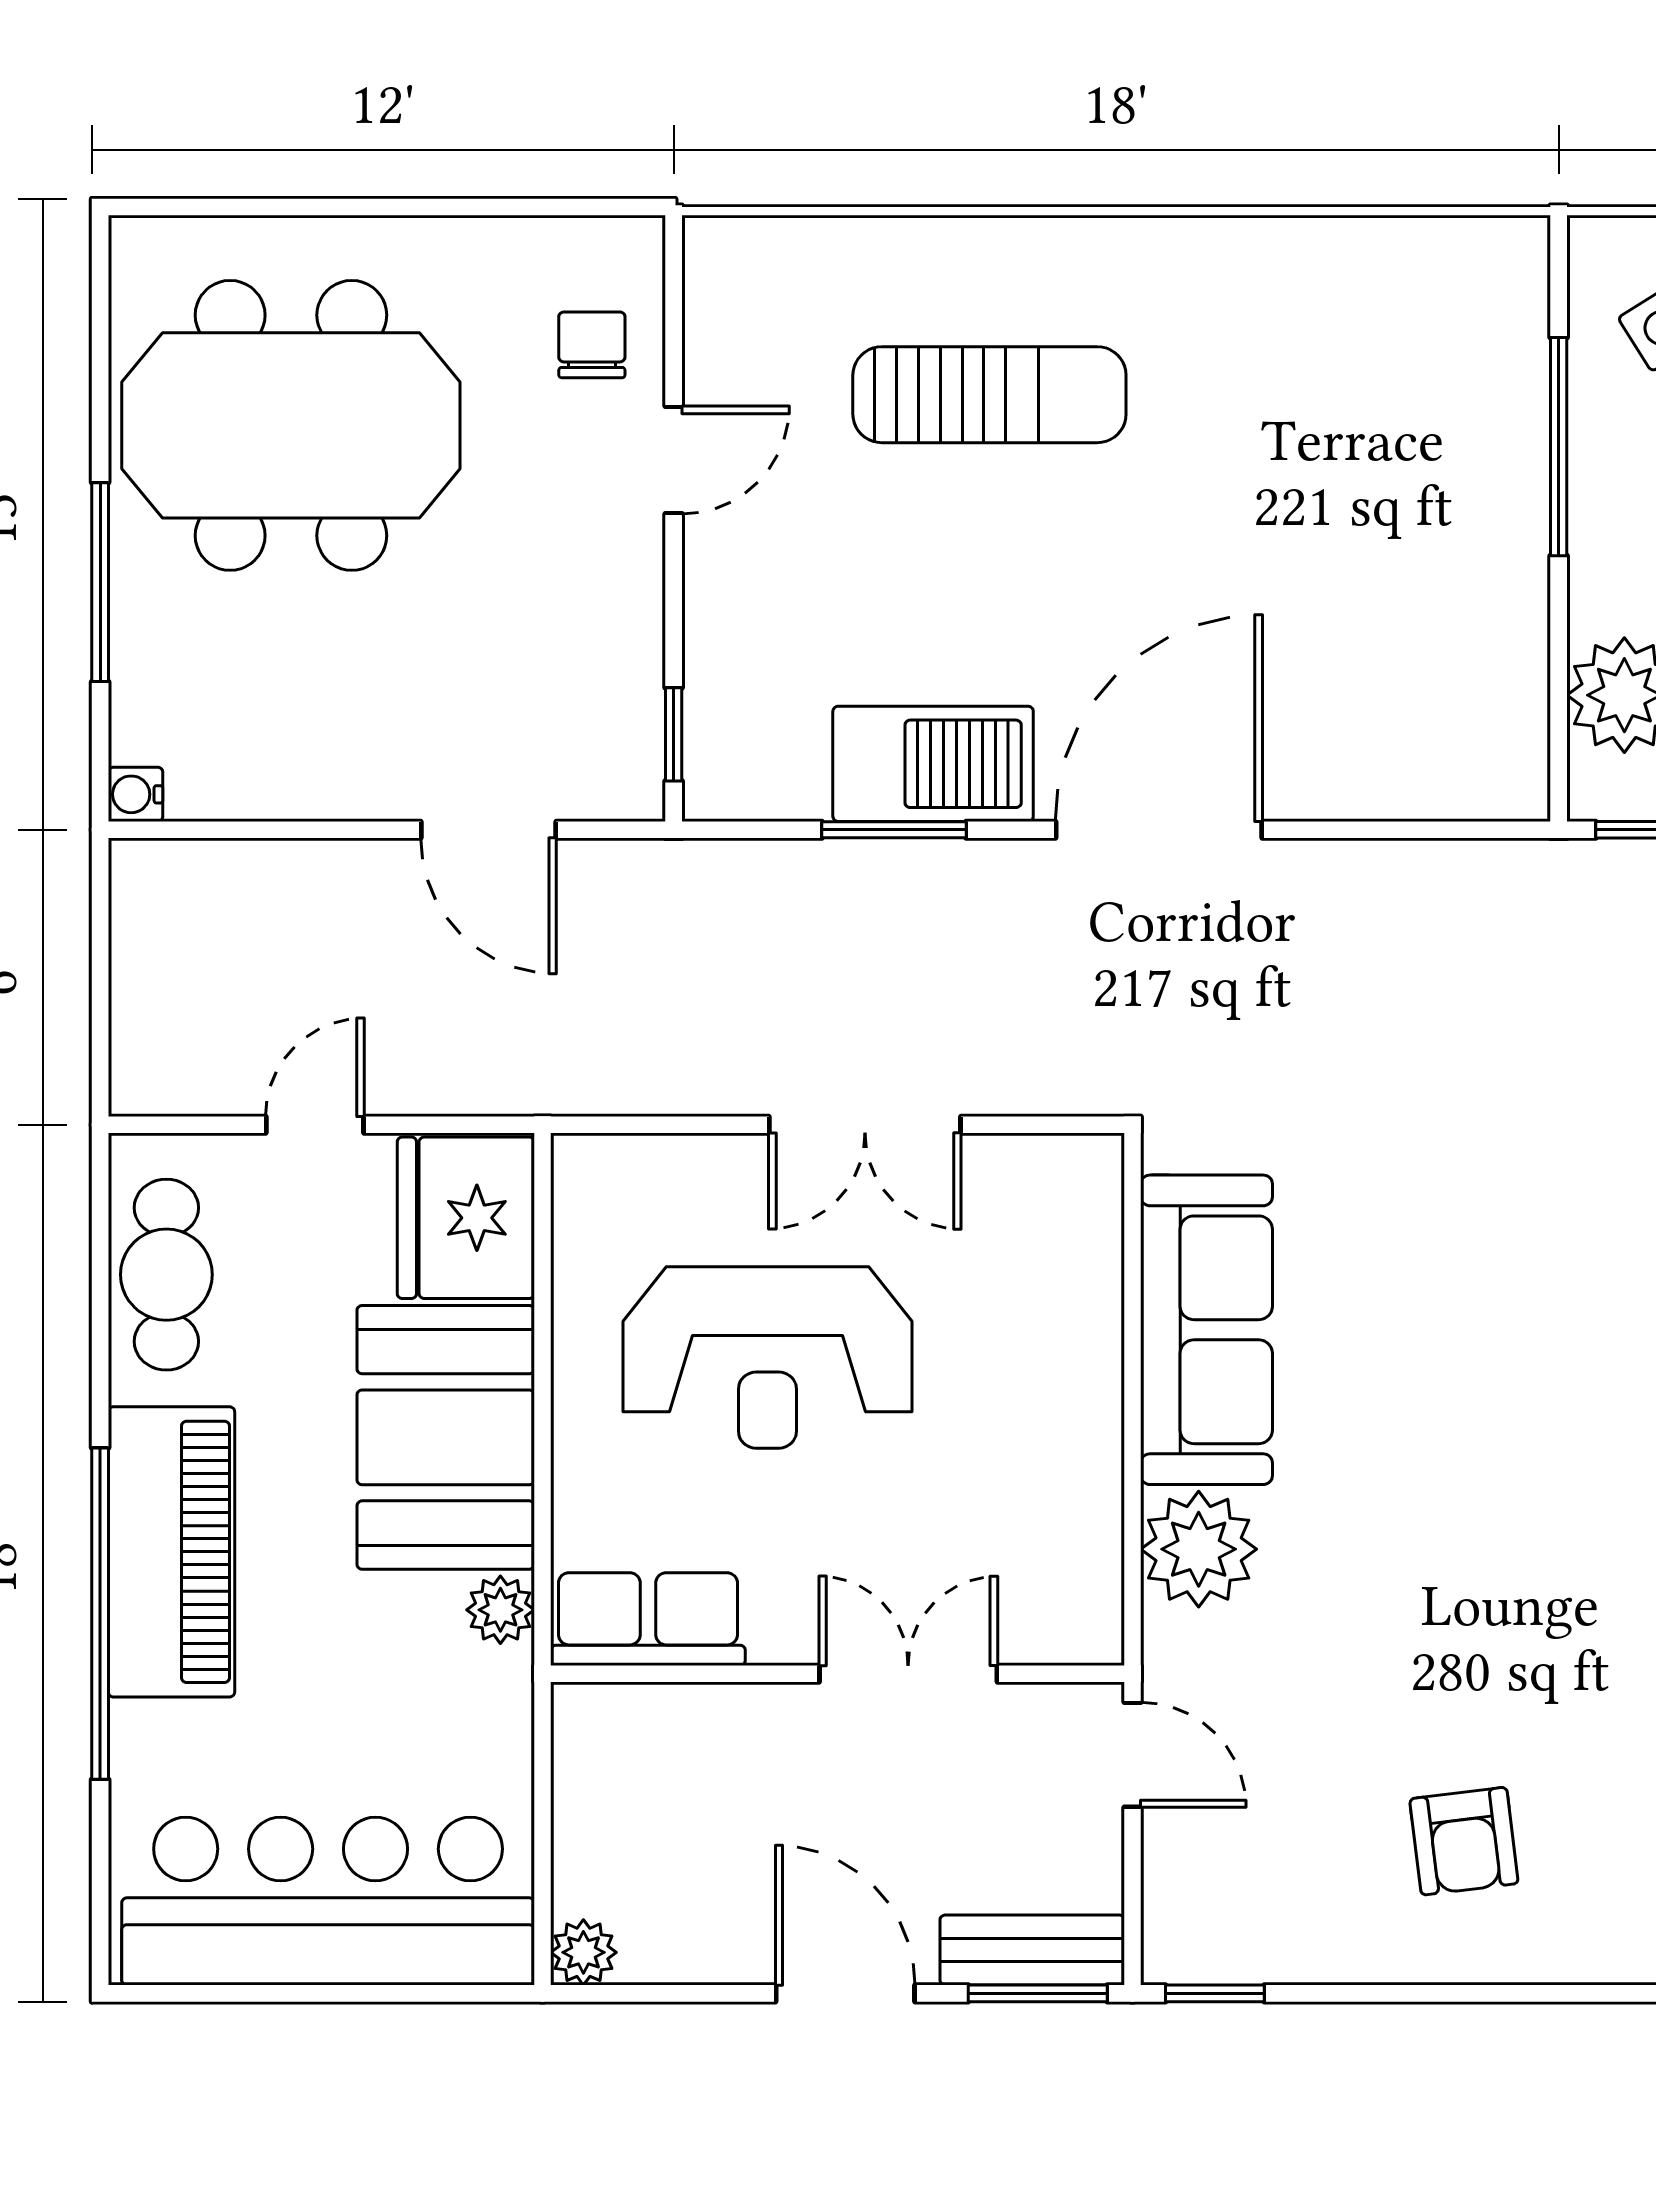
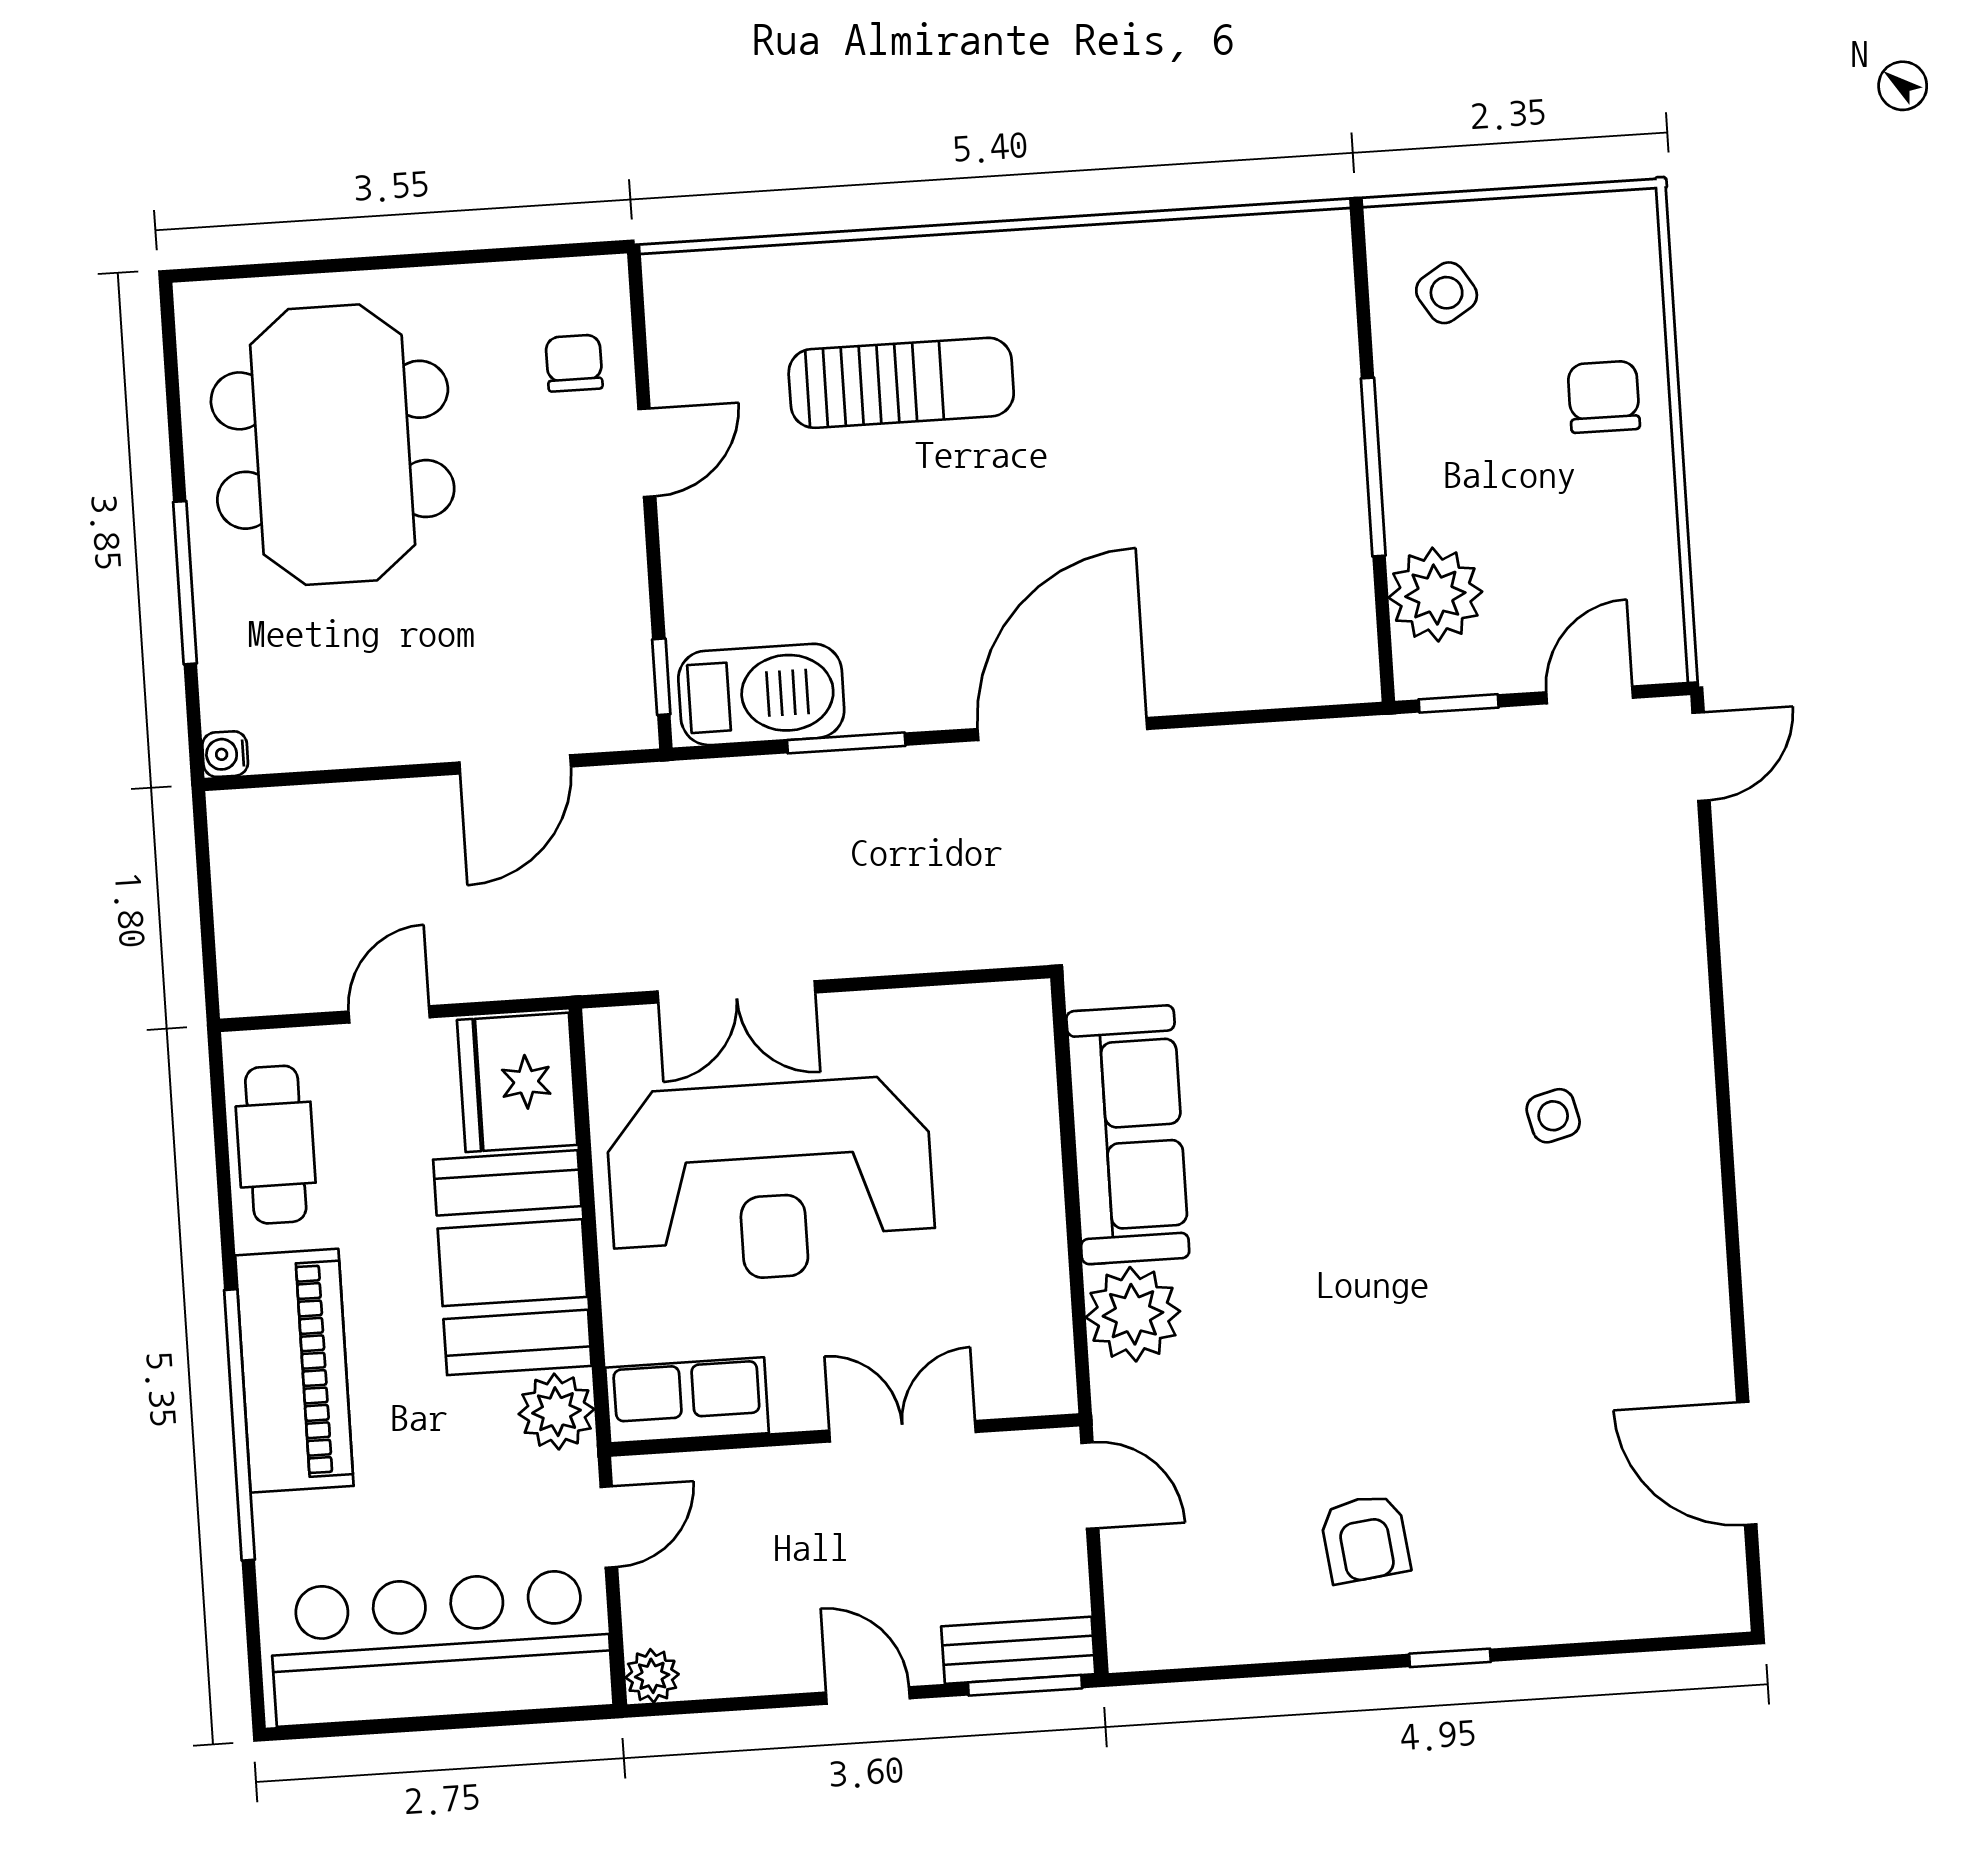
meeting table: (291, 425) -> (333, 445), turned 90
window: (1559, 447) -> (1373, 467), moved
barbecue: (933, 764) -> (761, 694), moved
door: (488, 830) -> (515, 764), hinge flipped
double door: (865, 1125) -> (736, 992), moved
reception desk: (767, 1357) -> (771, 1180), width x1.36, depth x1.30
plant: (500, 1610) -> (556, 1412), width x1.38, depth x1.38
door: (543, 1767) -> (609, 1527), added
door: (845, 1993) -> (868, 1695), width x0.73
window: (1215, 1993) -> (1450, 1658), moved

